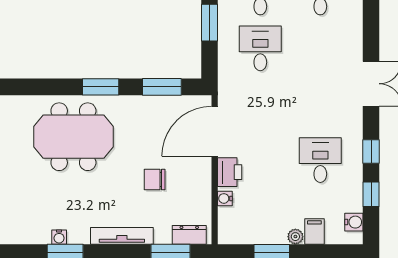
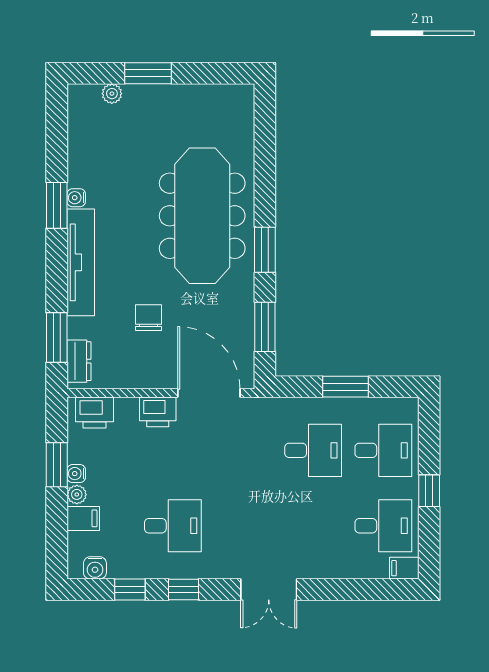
meeting table: (73, 137) -> (202, 216), width x1.36
water cooler: (225, 198) -> (76, 474), moved, turned -90
printer: (230, 222) -> (95, 412), added
tv unit: (122, 236) -> (81, 262), width x1.36, depth x1.29

